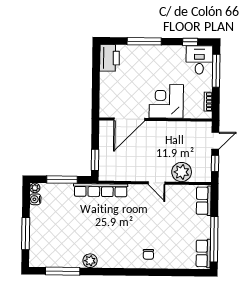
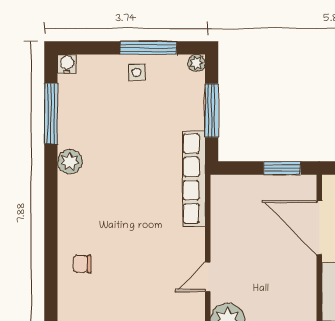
window: (95, 160) -> (282, 168), moved
water cooler: (35, 199) -> (67, 64), moved
side table: (40, 222) -> (137, 73), added
window: (26, 233) -> (148, 48), moved

